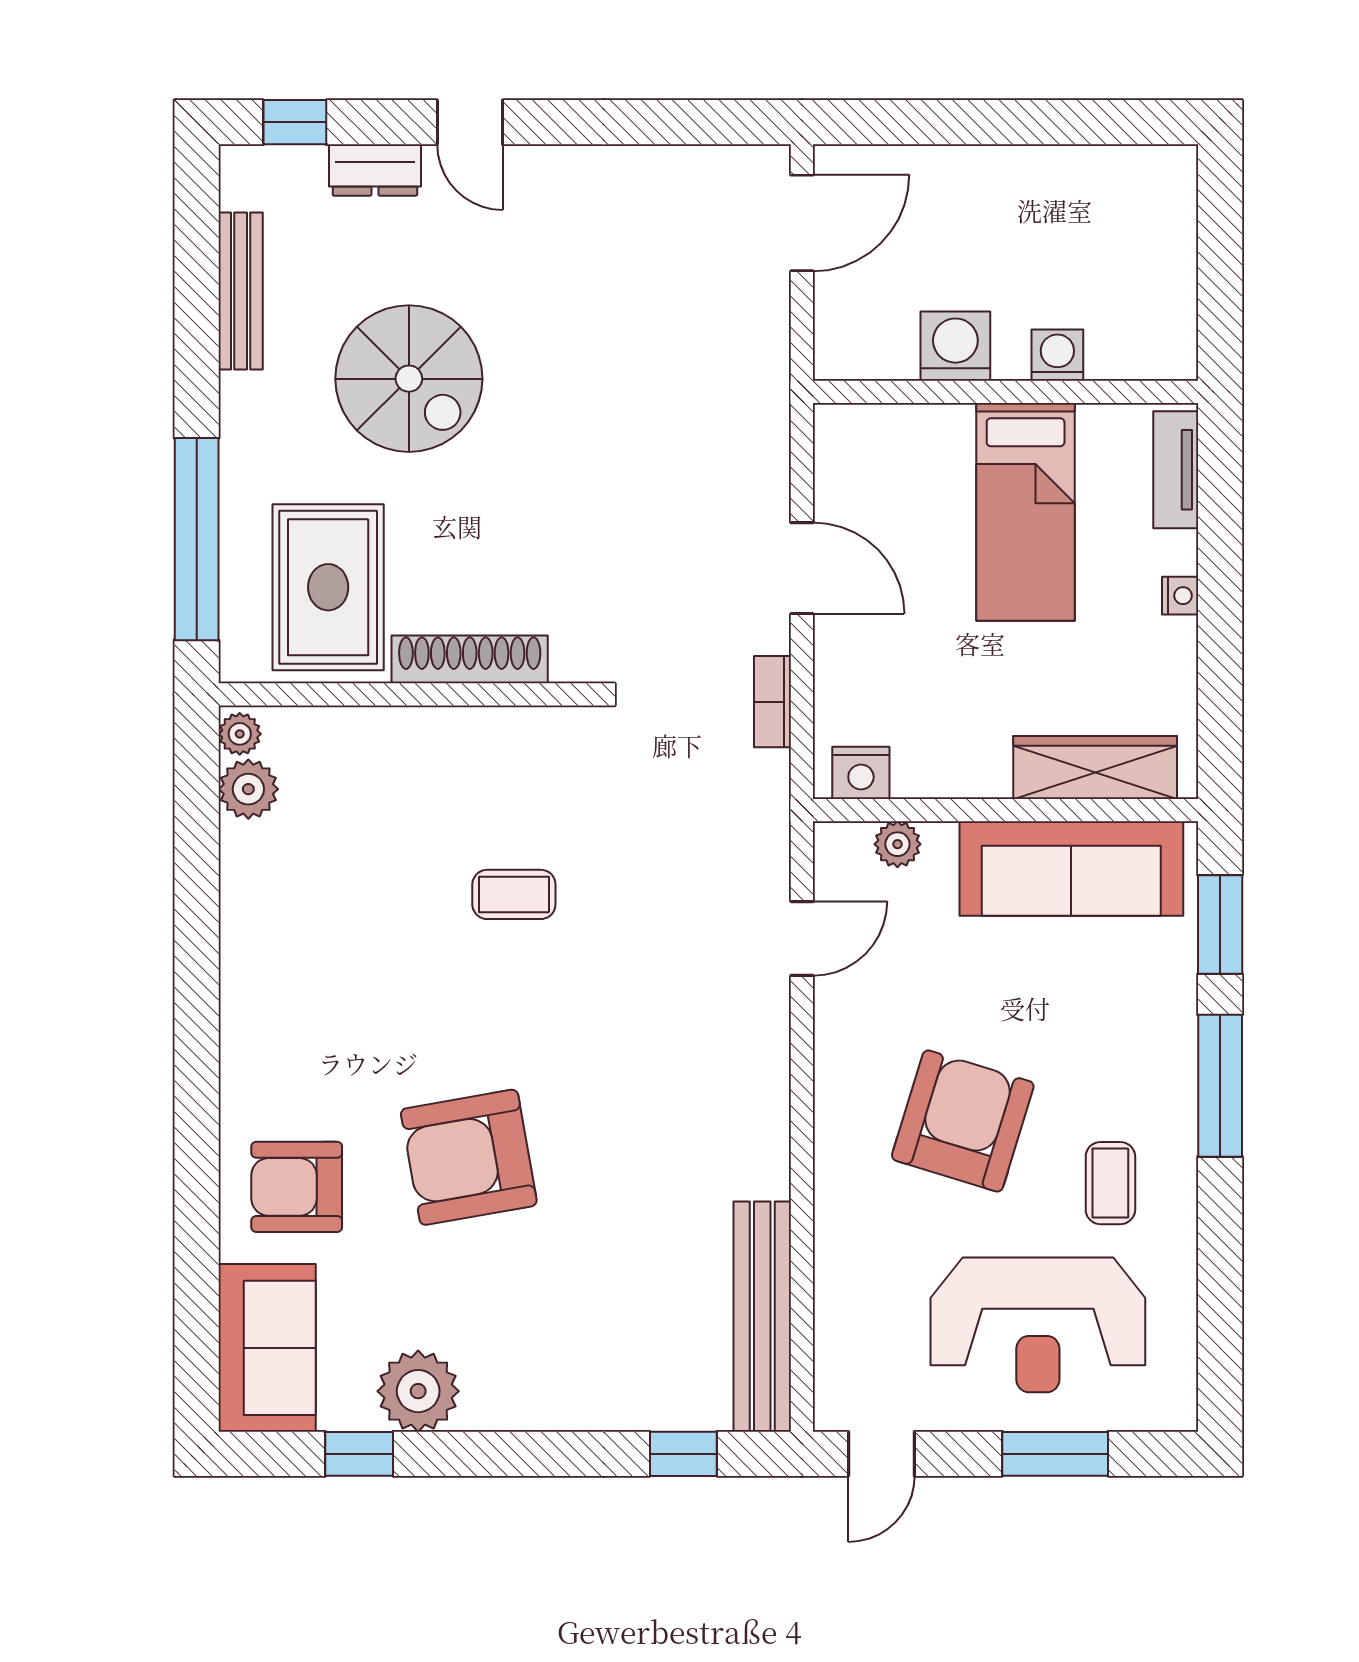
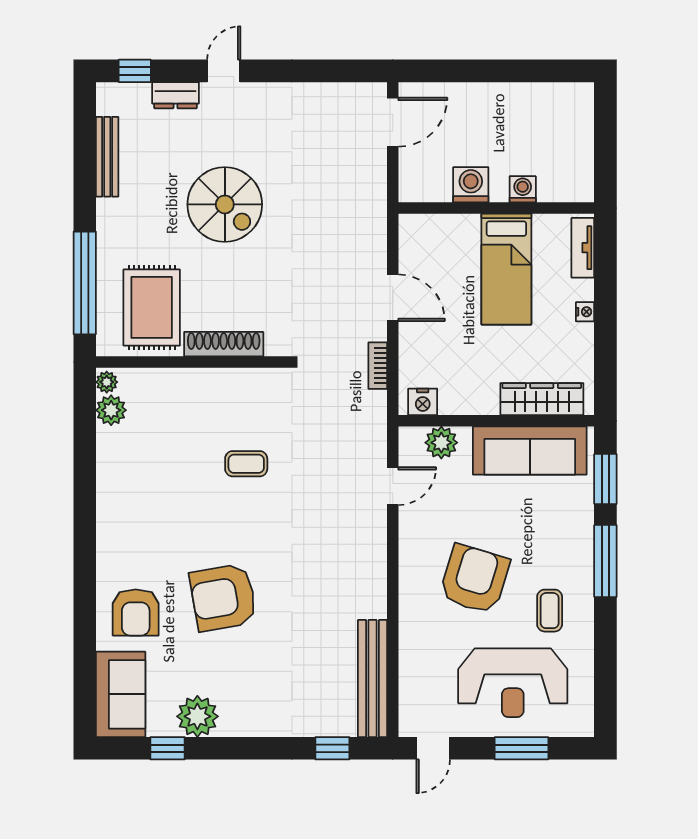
door: (470, 122) -> (224, 71), swing flipped
spiral stairs: (409, 379) -> (225, 204), moved
plant: (897, 844) -> (441, 443), width x1.38, depth x1.38
armchair: (297, 1187) -> (136, 613), turned -90

